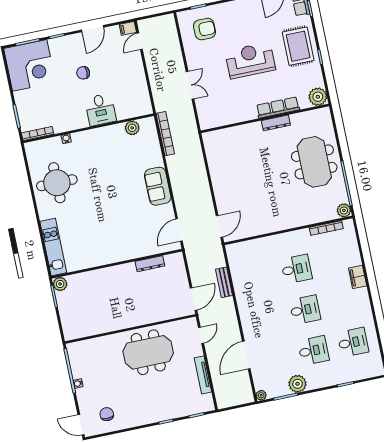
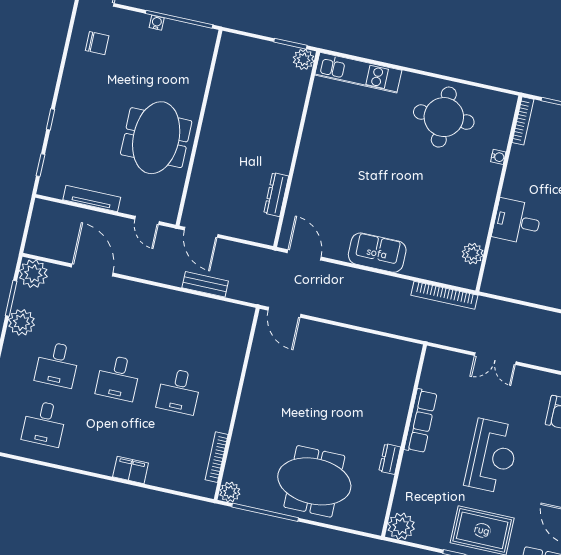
row of seats: (278, 107) -> (421, 421), moved
dresser: (276, 123) -> (390, 459), width x0.70
plant: (261, 395) -> (33, 274), width x1.87, depth x1.87

